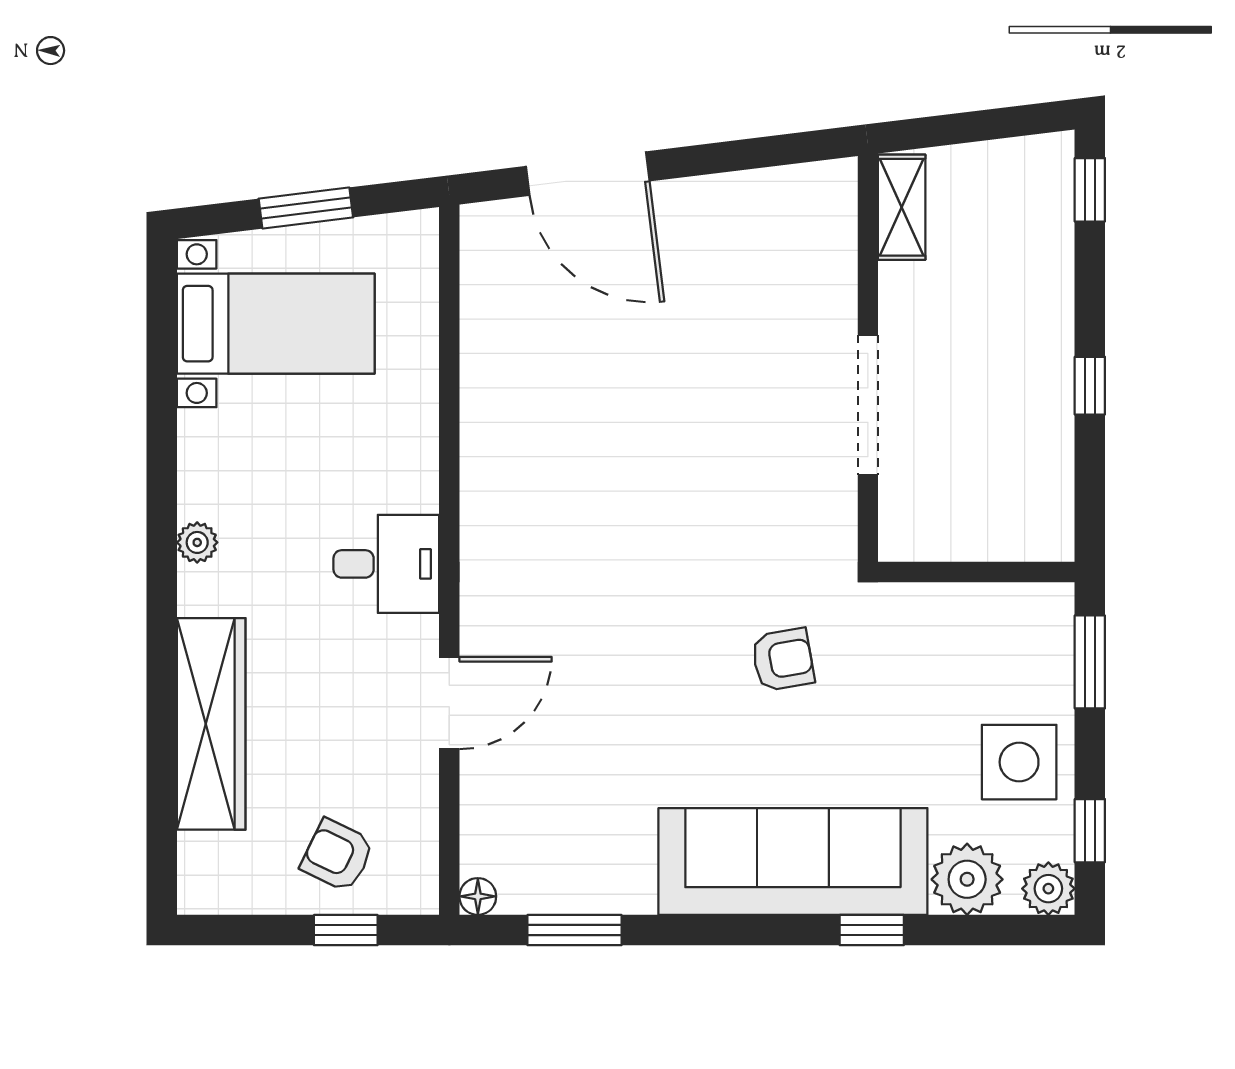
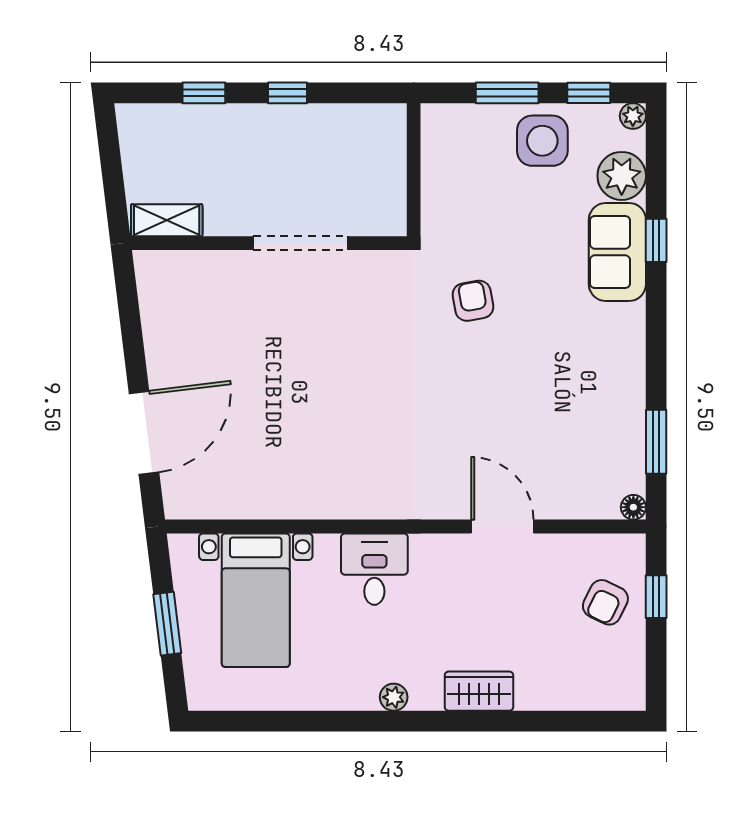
window: (1090, 190) -> (204, 93), moved
bed with nightstands: (276, 324) -> (256, 600), moved, turned 180
desk: (386, 564) -> (374, 569), moved
window: (1090, 662) -> (507, 93), moved
wardrobe: (211, 724) -> (479, 691), width x0.48, depth x0.85
sofa: (793, 862) -> (617, 252), width x0.54, depth x0.79
plant: (1048, 889) -> (633, 116), width x0.73, depth x0.73

